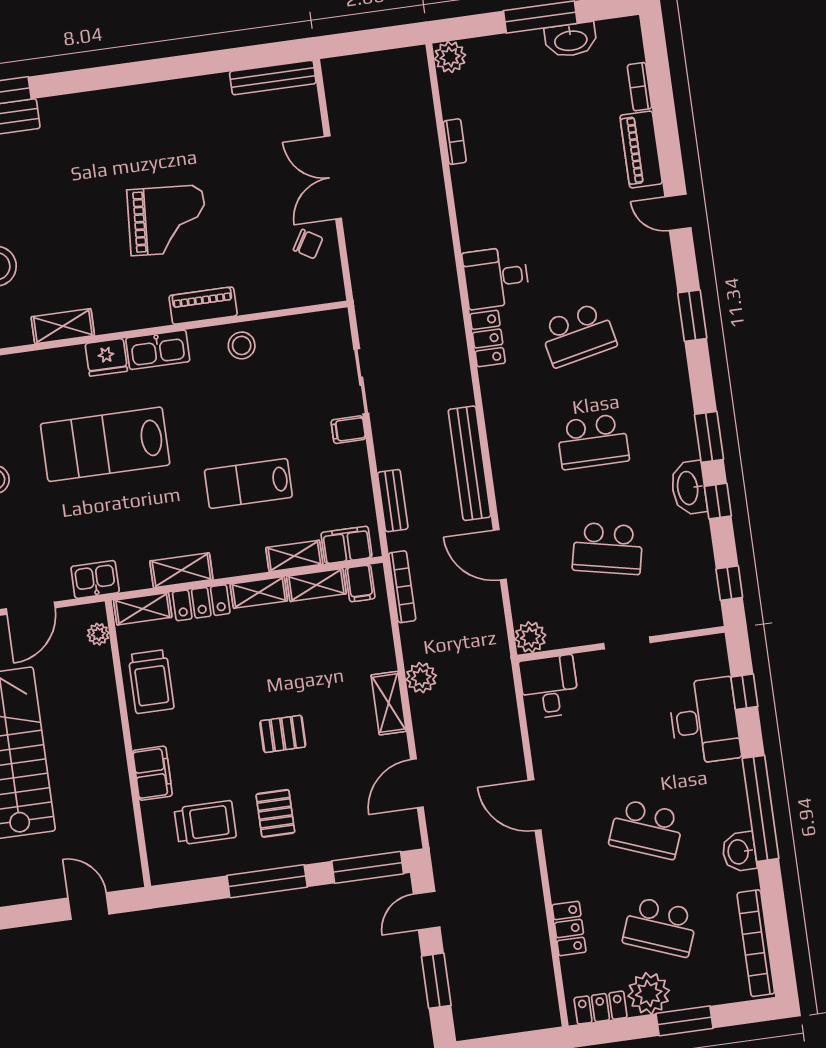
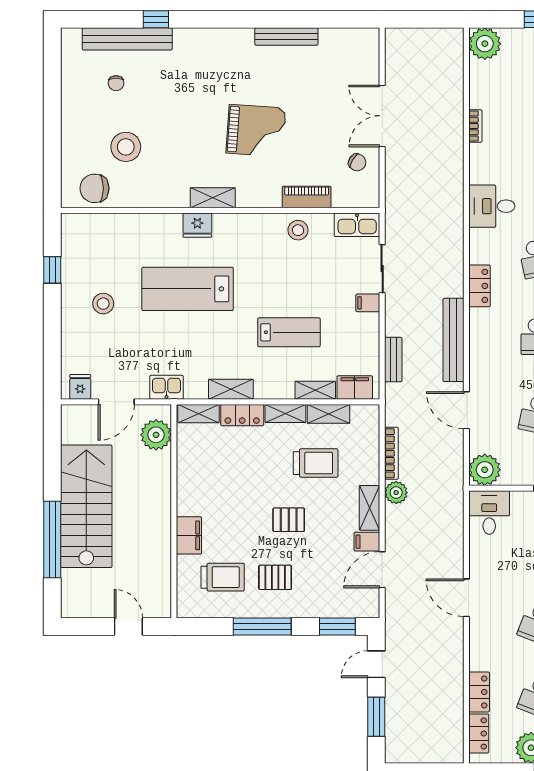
plant: (450, 57) -> (485, 44), width x1.36, depth x1.36
bench: (273, 78) -> (286, 36), moved
bookcase: (455, 142) -> (475, 126), moved
piano: (203, 306) -> (307, 197), moved
shelving: (63, 326) -> (213, 198), moved
locker: (488, 339) -> (479, 286), moved
kitchen sink: (158, 350) -> (357, 225), moved
lab bench: (248, 483) -> (289, 332), turned 180
filing cabinet: (360, 583) -> (367, 542), moved, turned 90
bookcase: (402, 587) -> (391, 453), moved
plant: (98, 634) -> (156, 435), width x1.87, depth x1.87
plant: (530, 637) -> (485, 470), width x1.36, depth x1.36
trolley: (151, 682) -> (316, 463), moved, turned -90
pallet: (275, 813) -> (275, 577), turned 90
window: (368, 867) -> (337, 626), width x0.69
locker: (601, 1008) -> (479, 733), moved, turned 90

